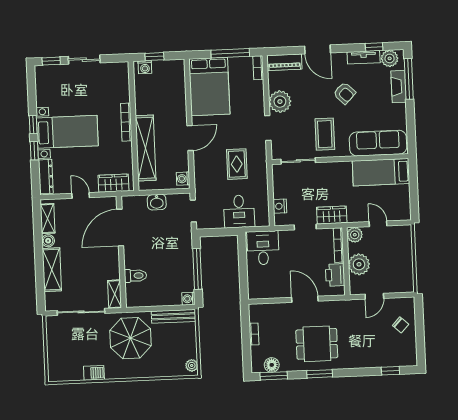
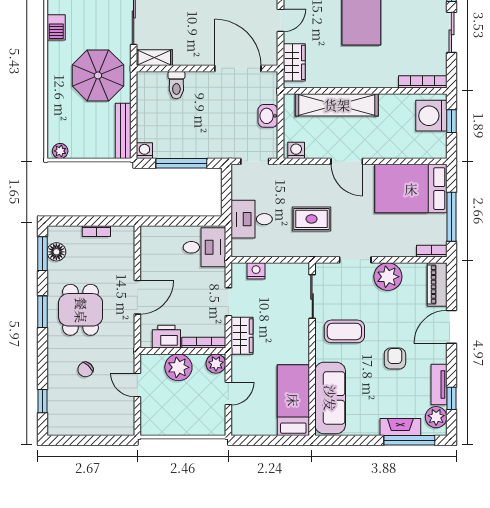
washing machine: (145, 67) -> (431, 116), width x1.89, depth x1.89
armchair: (344, 93) -> (395, 359), turned 136
bookcase: (126, 122) -> (423, 82), moved
chair: (401, 325) -> (85, 369), moved

